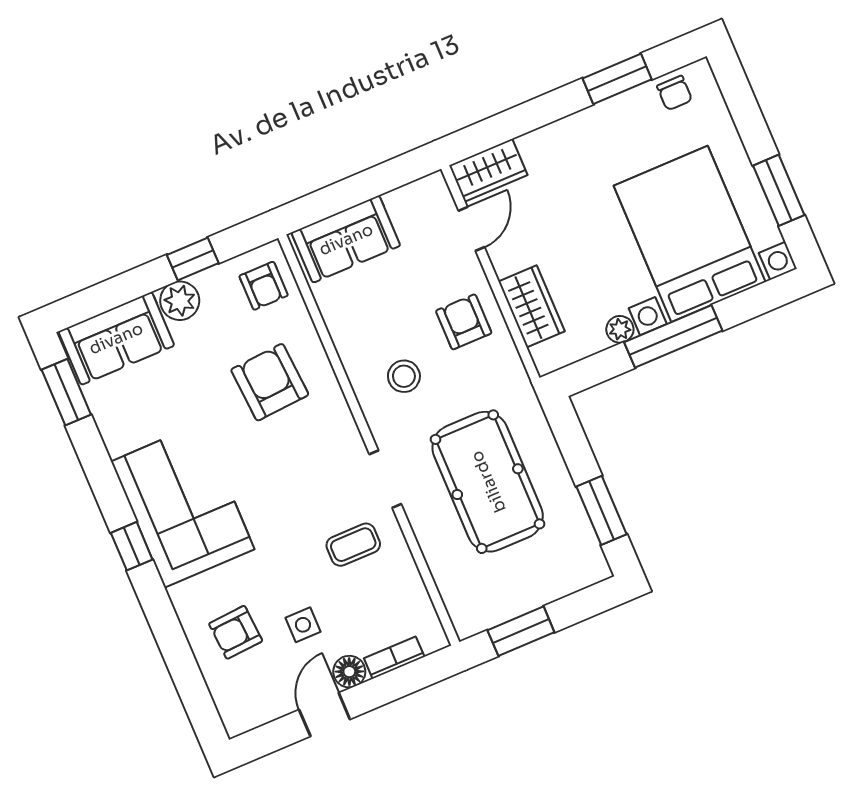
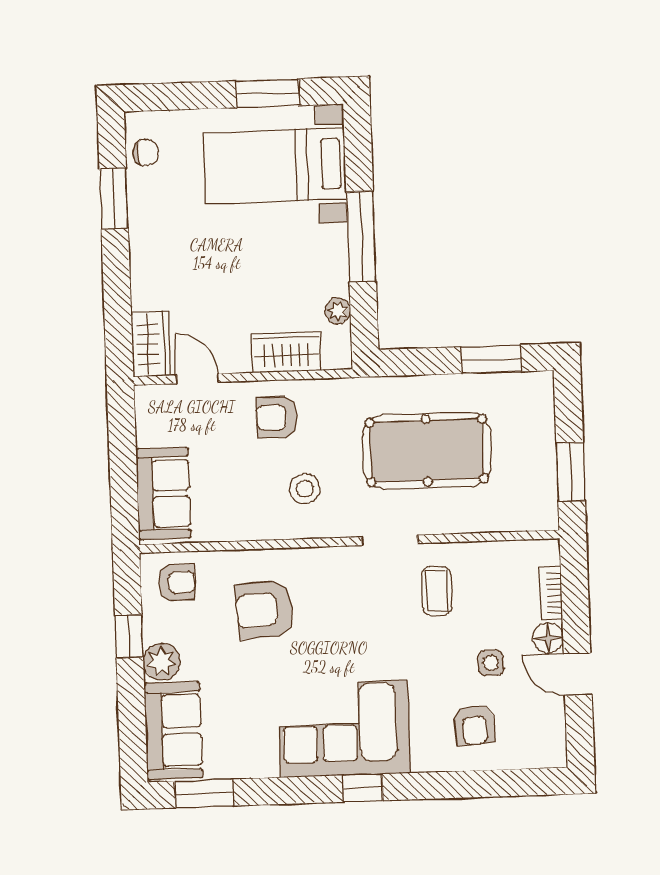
bed with nightstands: (690, 234) -> (275, 166), width x0.73
plant: (620, 329) -> (338, 311), moved

